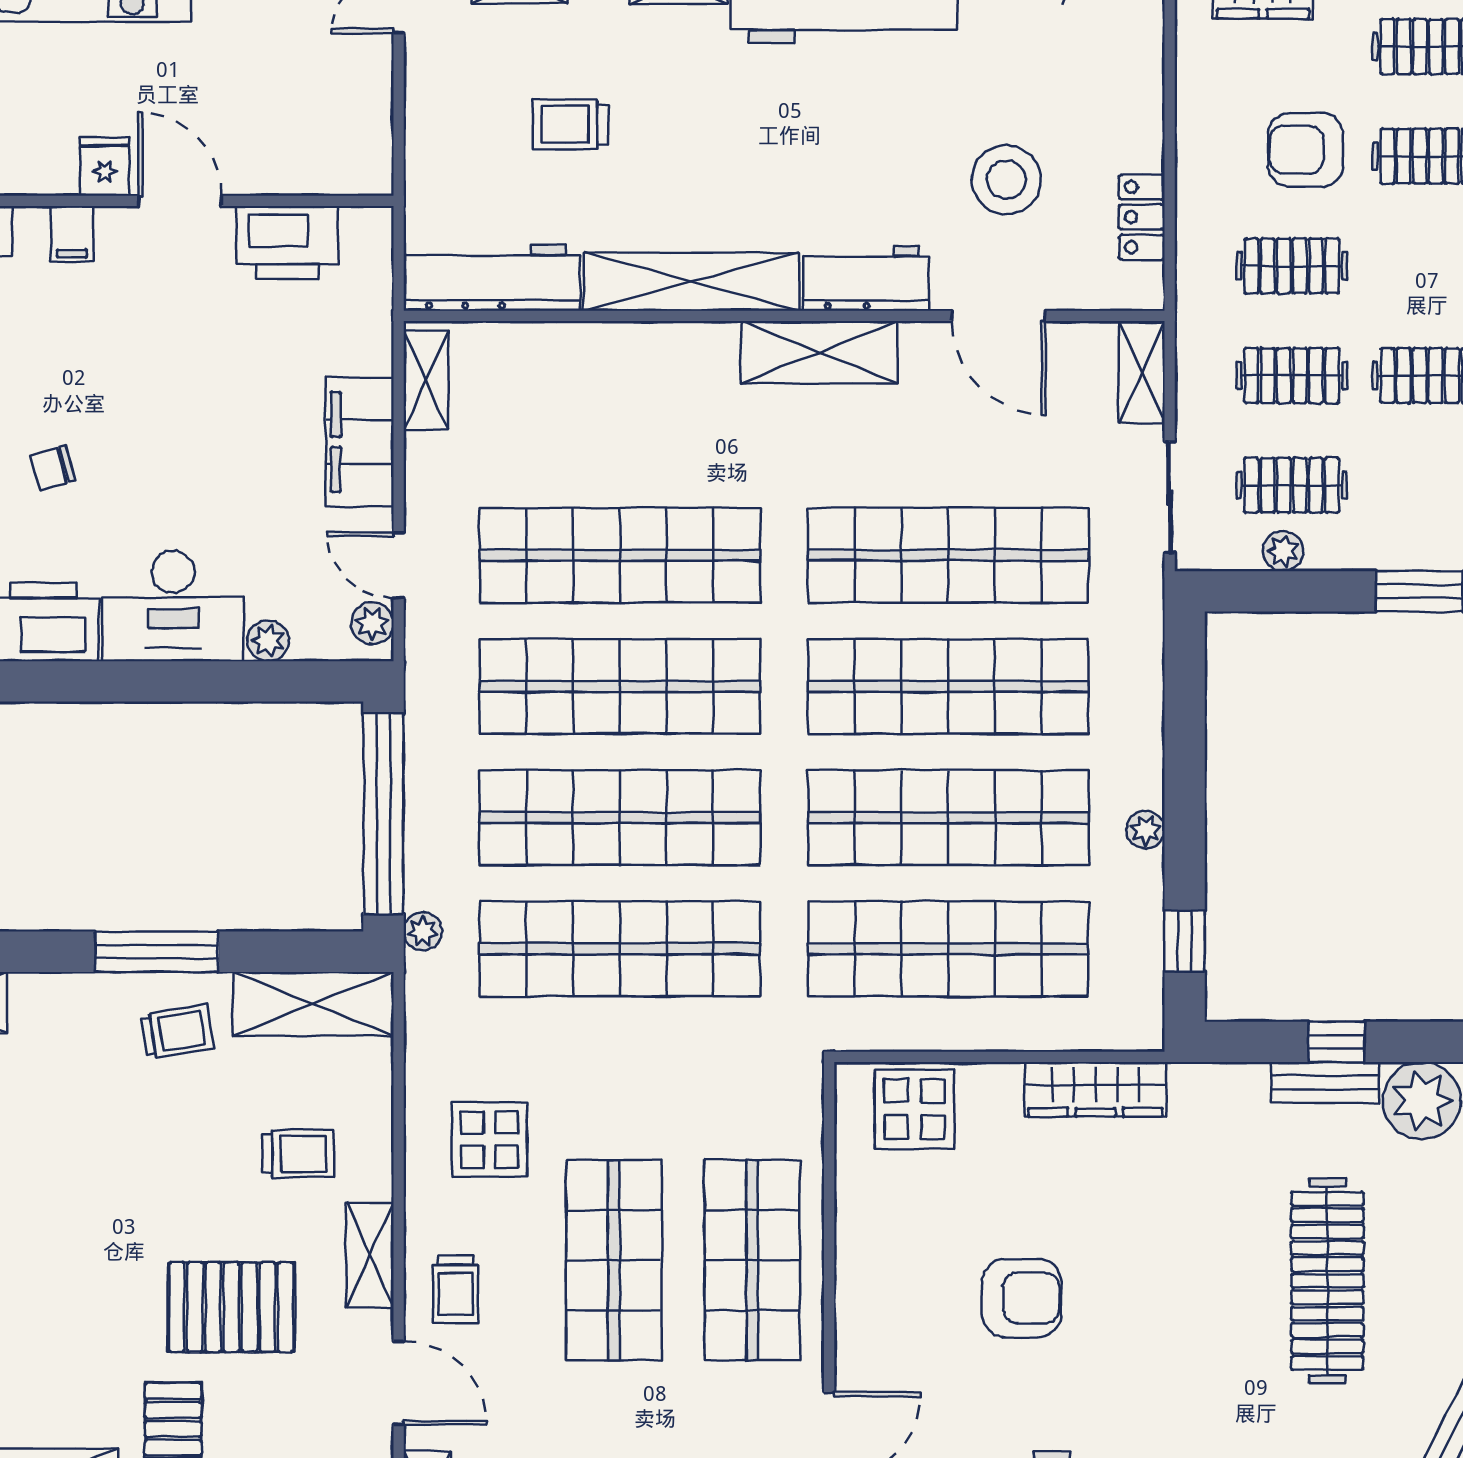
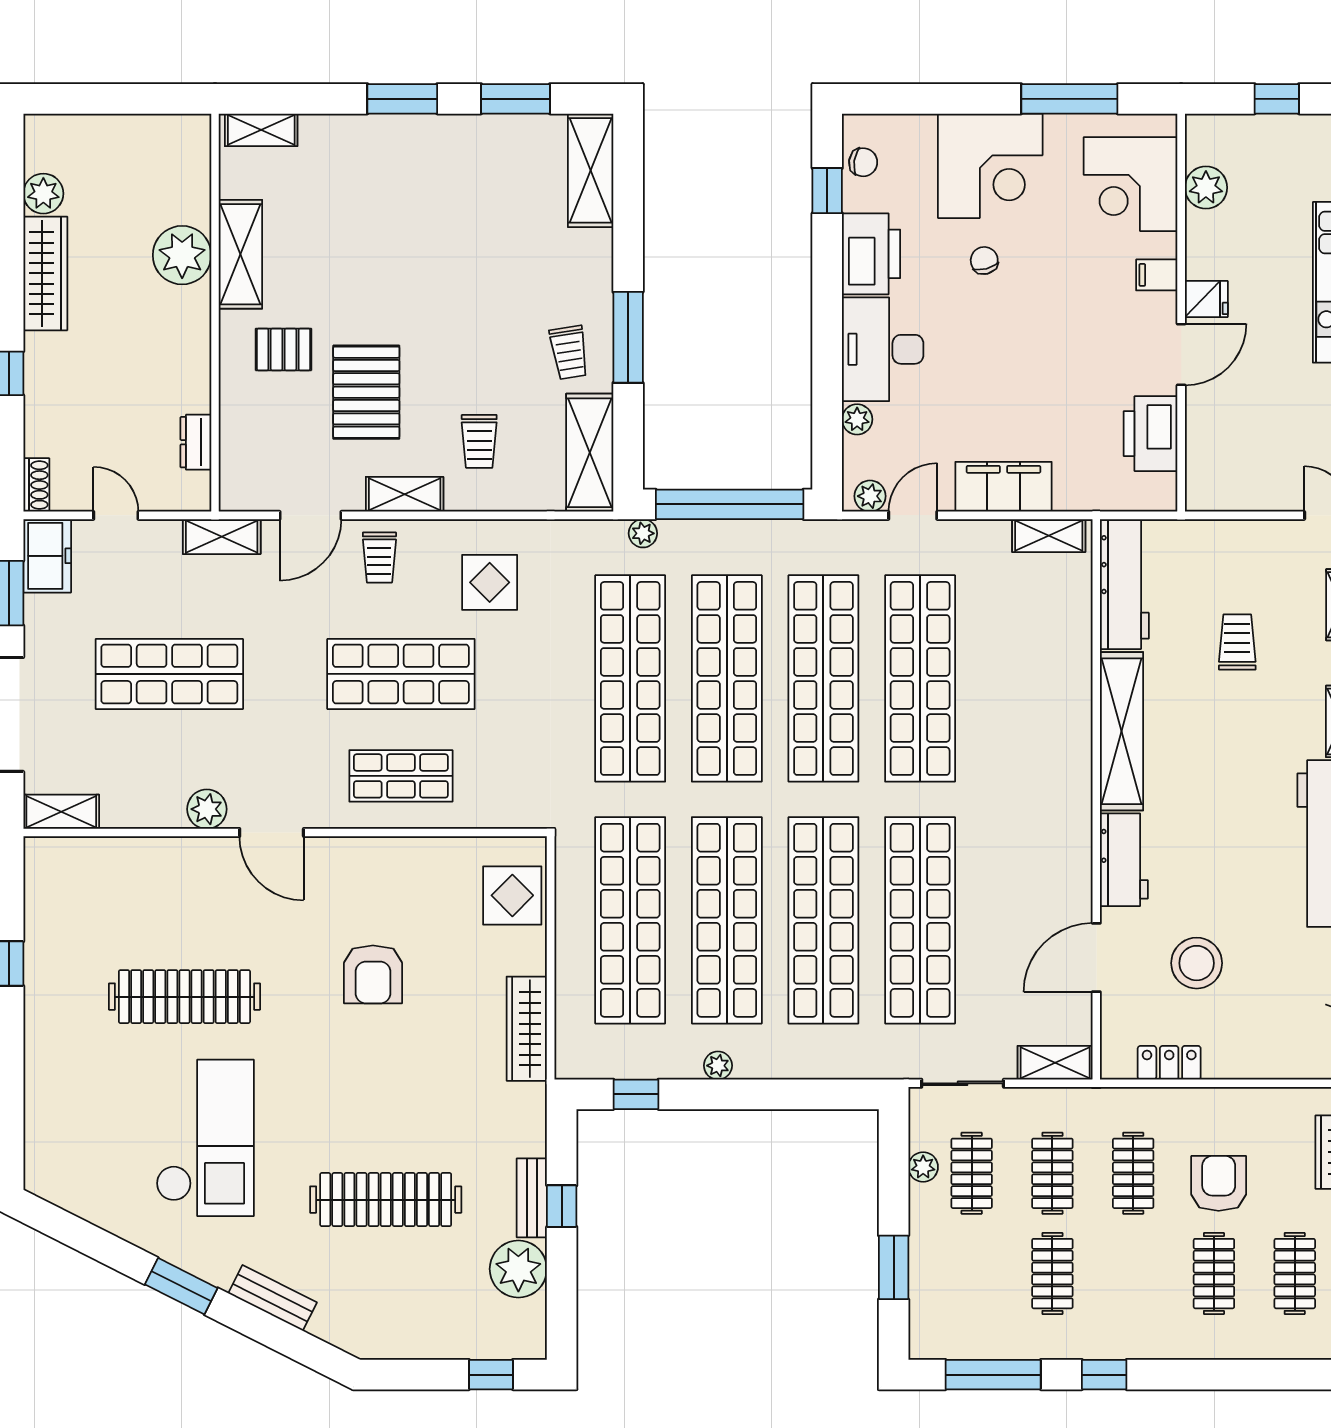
shelving: (819, 352) -> (1070, 825), removed
shop shelf: (752, 1260) -> (401, 776), width x0.70, depth x0.74
trolley: (456, 1289) -> (379, 557), turned -90

